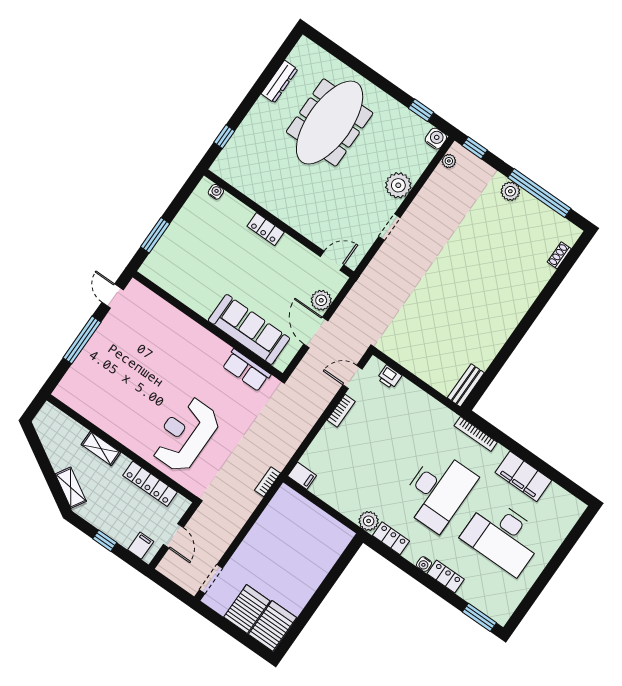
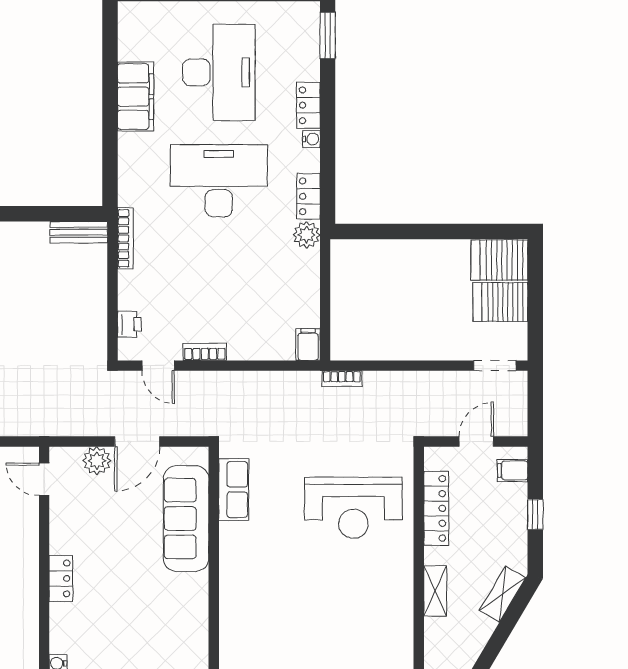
bookcase: (476, 434) -> (125, 238), moved

